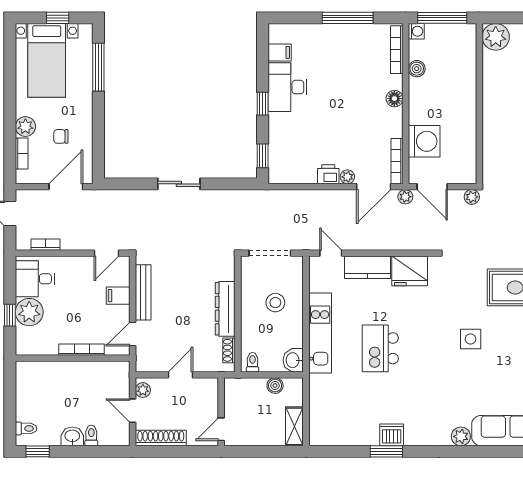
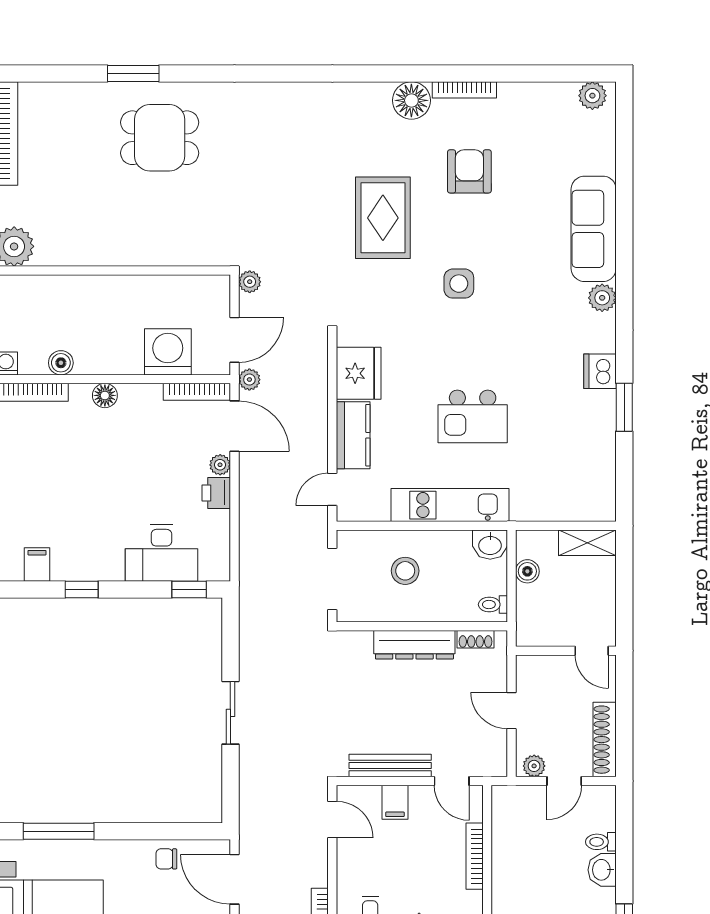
desk: (287, 87) -> (161, 553), moved
window: (263, 104) -> (82, 590), moved
chair: (61, 136) -> (166, 859), moved, turned 90
dishwasher: (392, 435) -> (600, 371), moved

